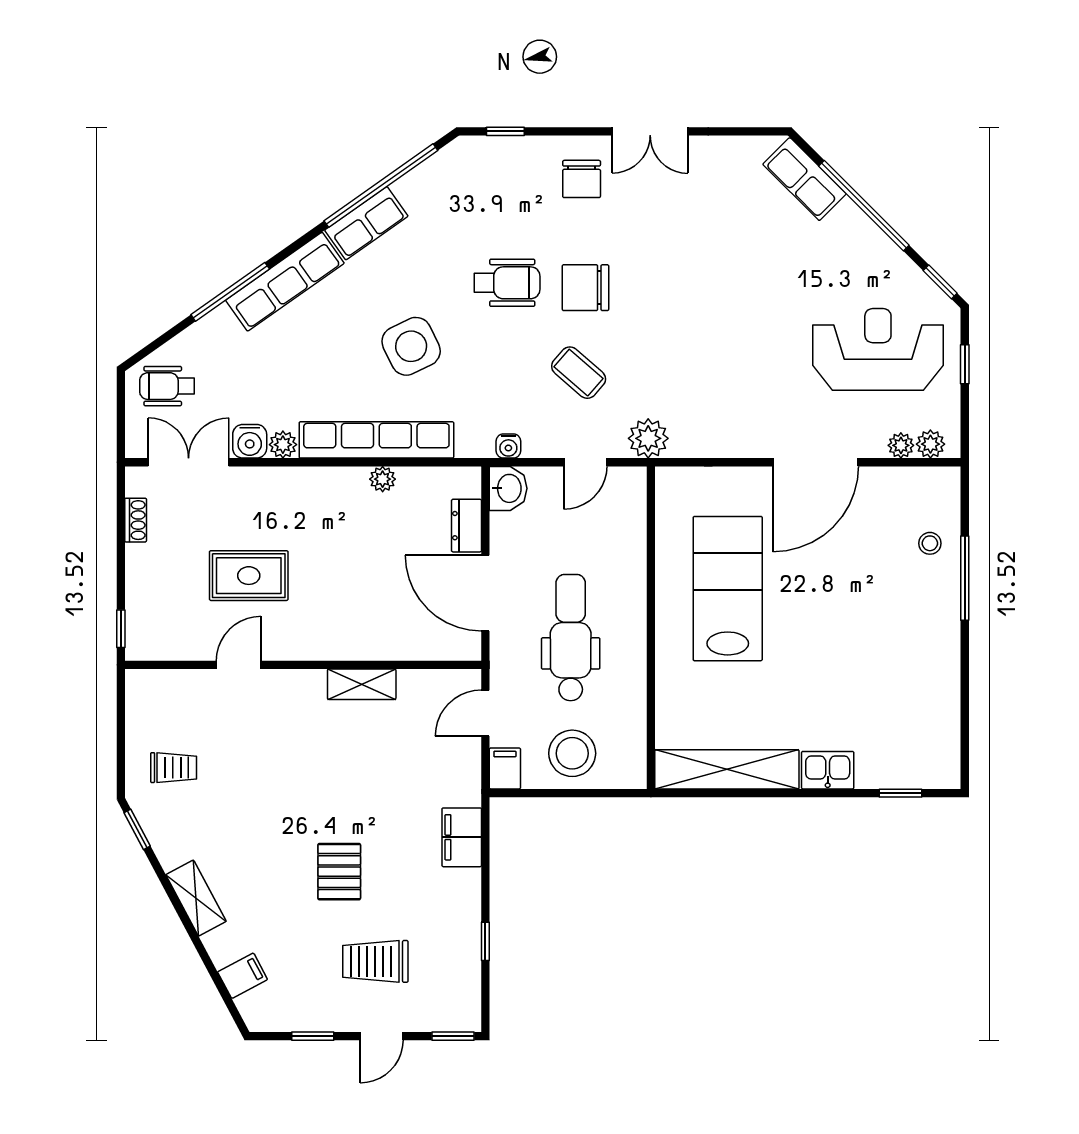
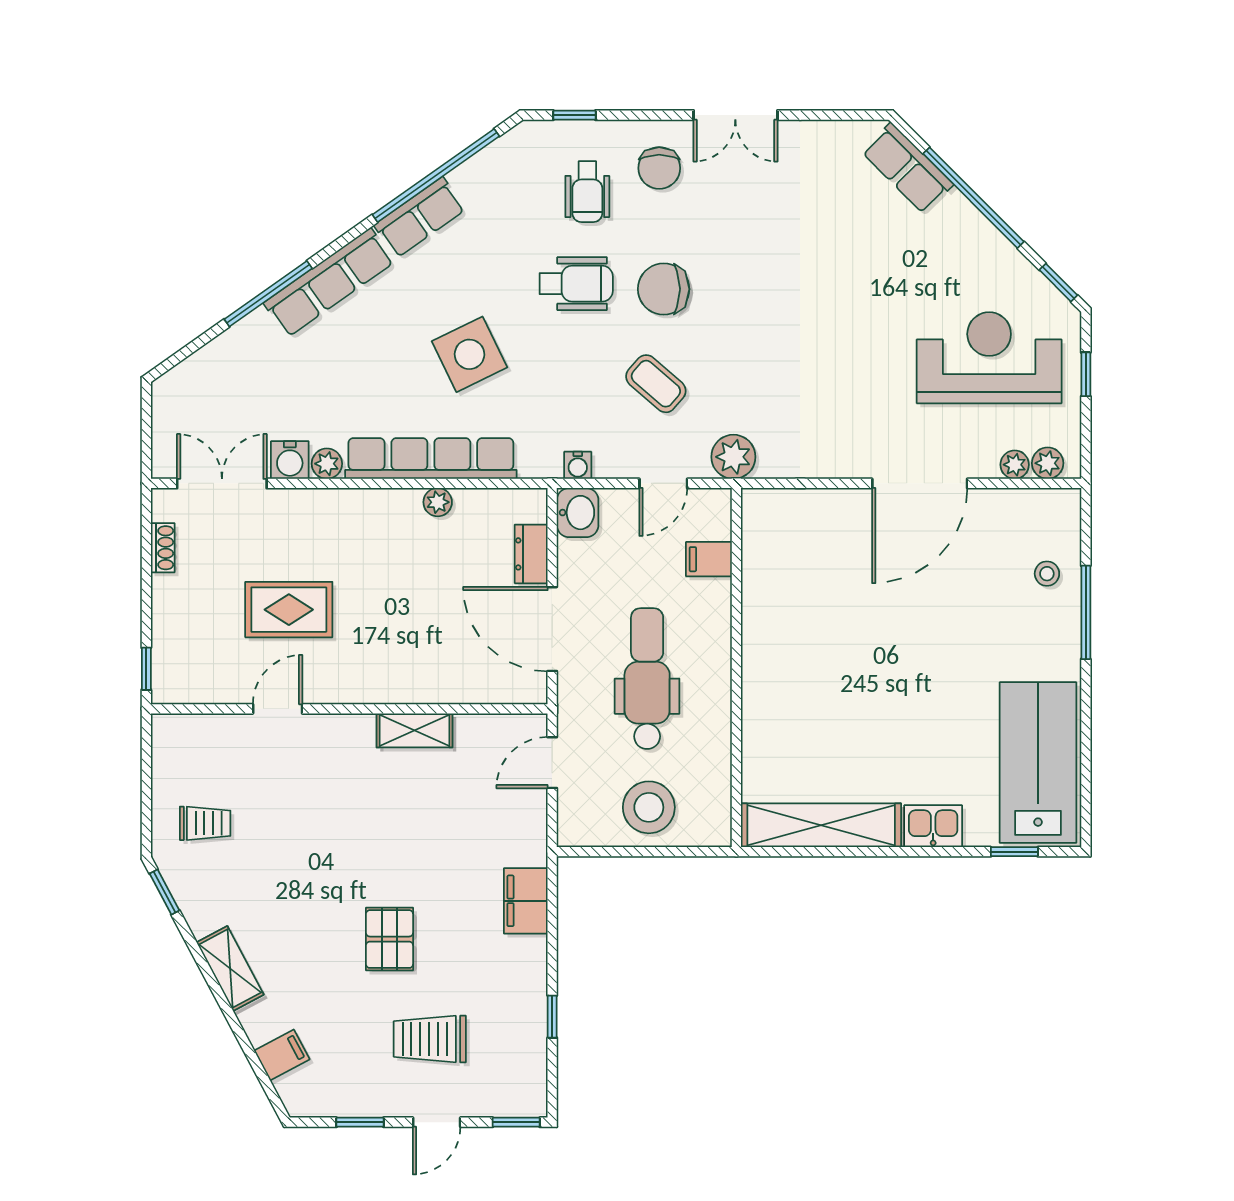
wheelchair: (167, 386) -> (587, 192), moved, turned -90
lab bench: (728, 589) -> (1038, 763), moved
filing cabinet: (505, 768) -> (709, 559), moved, turned -90

